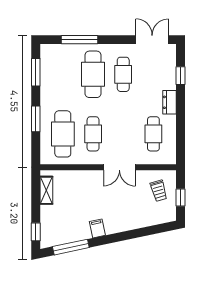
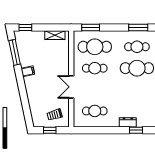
cafe table: (123, 74) -> (137, 47), moved
dresser: (170, 102) -> (128, 122), moved
window: (36, 119) -> (91, 28), moved

